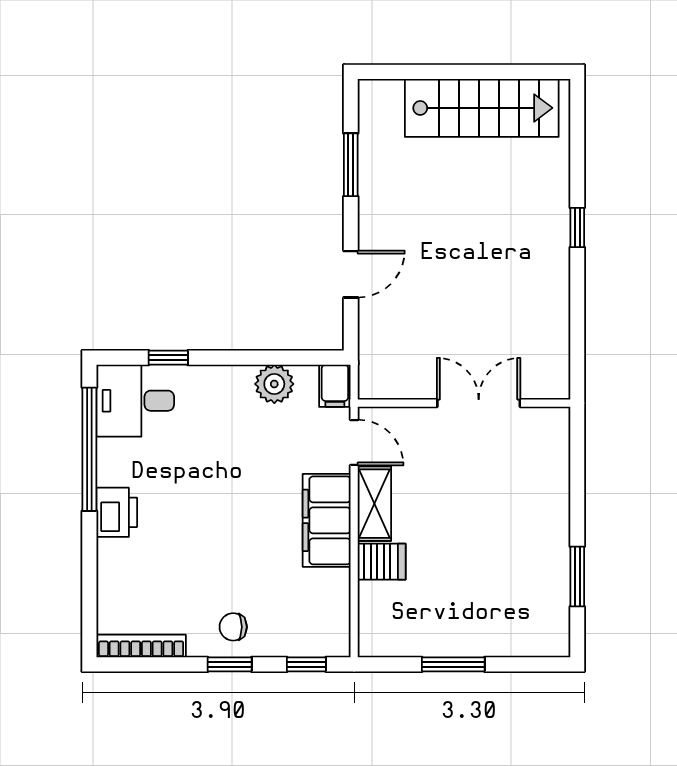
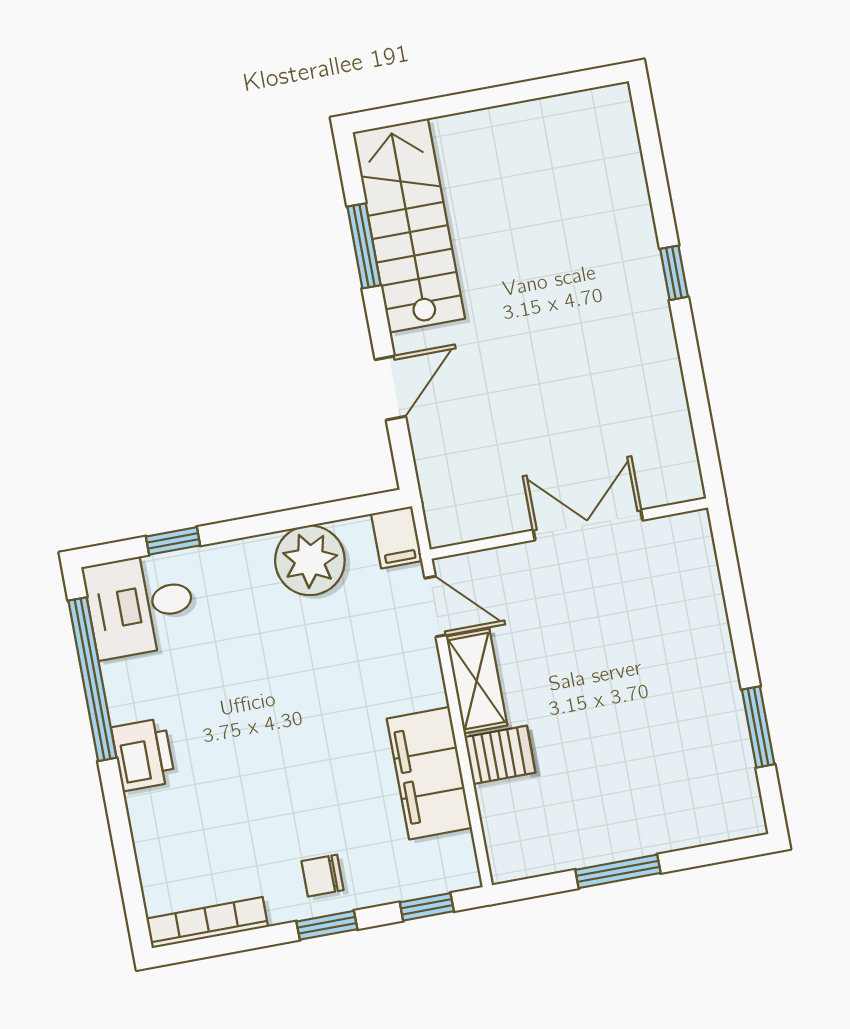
stairs: (482, 108) -> (409, 226), moved, turned -90
plant: (274, 384) -> (310, 560), width x1.36, depth x1.36
filing cabinet: (327, 520) -> (429, 773), moved

